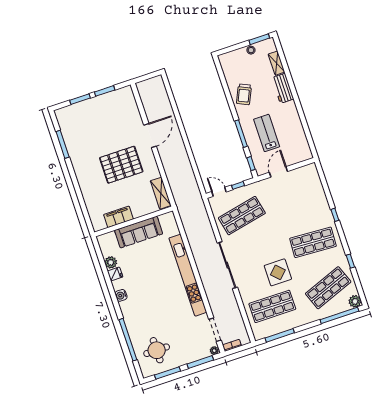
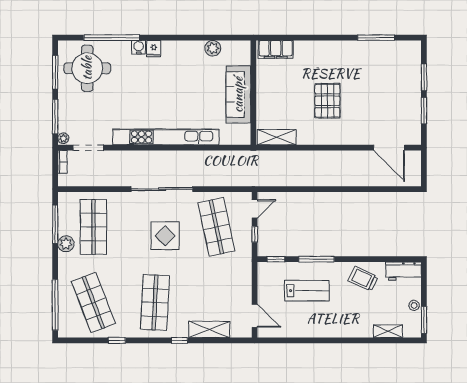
workbench: (283, 88) -> (404, 271), moved, turned 180
door: (150, 136) -> (389, 148), moved
pallet: (121, 165) -> (327, 101), width x0.73, depth x0.71
door: (278, 172) -> (255, 316), moved
shelving: (319, 196) -> (209, 329), added
filing cabinet: (118, 217) -> (276, 49), moved, turned 90
display table: (278, 272) -> (165, 236), moved
fridge: (115, 274) -> (154, 49), moved
water cooler: (121, 295) -> (139, 47), moved
plant: (355, 301) -> (66, 244), moved
round table: (157, 350) -> (87, 68), width x1.36, depth x1.36

